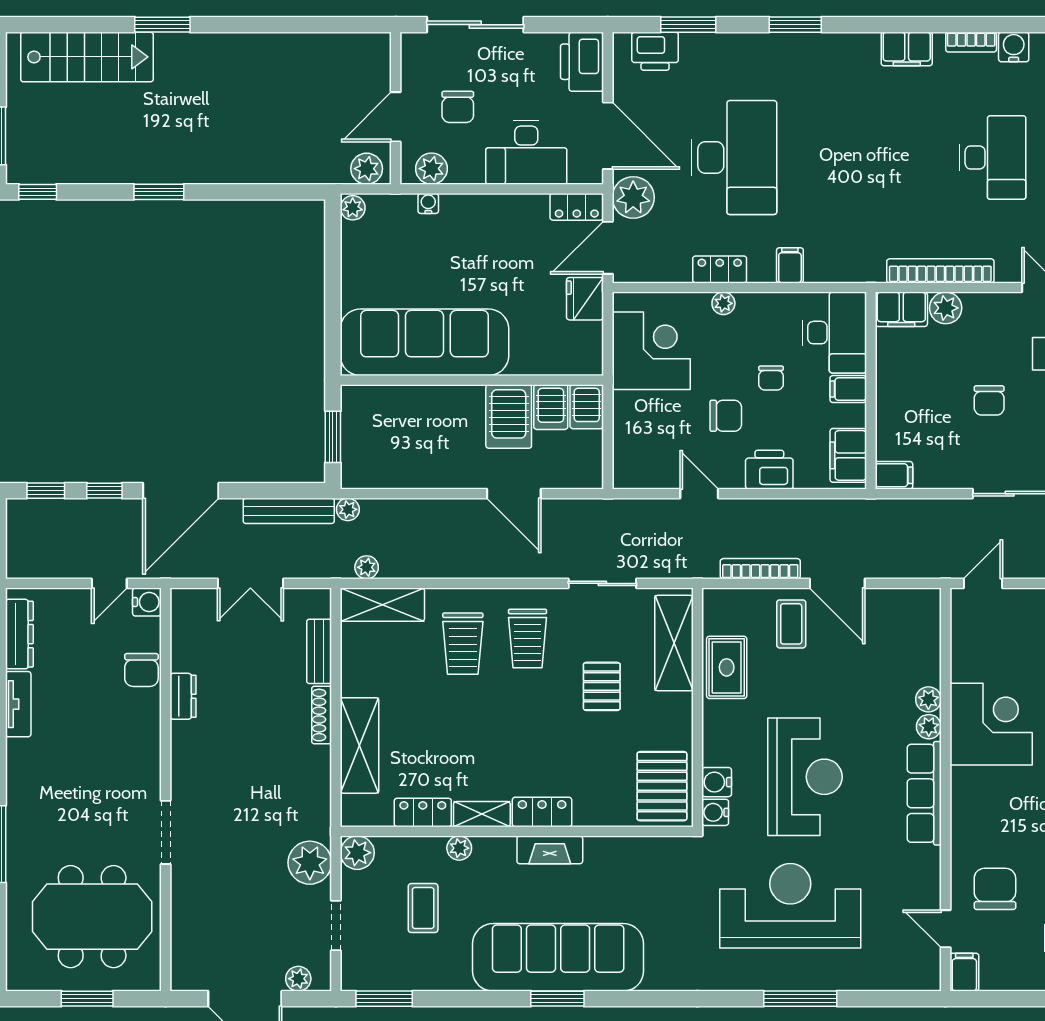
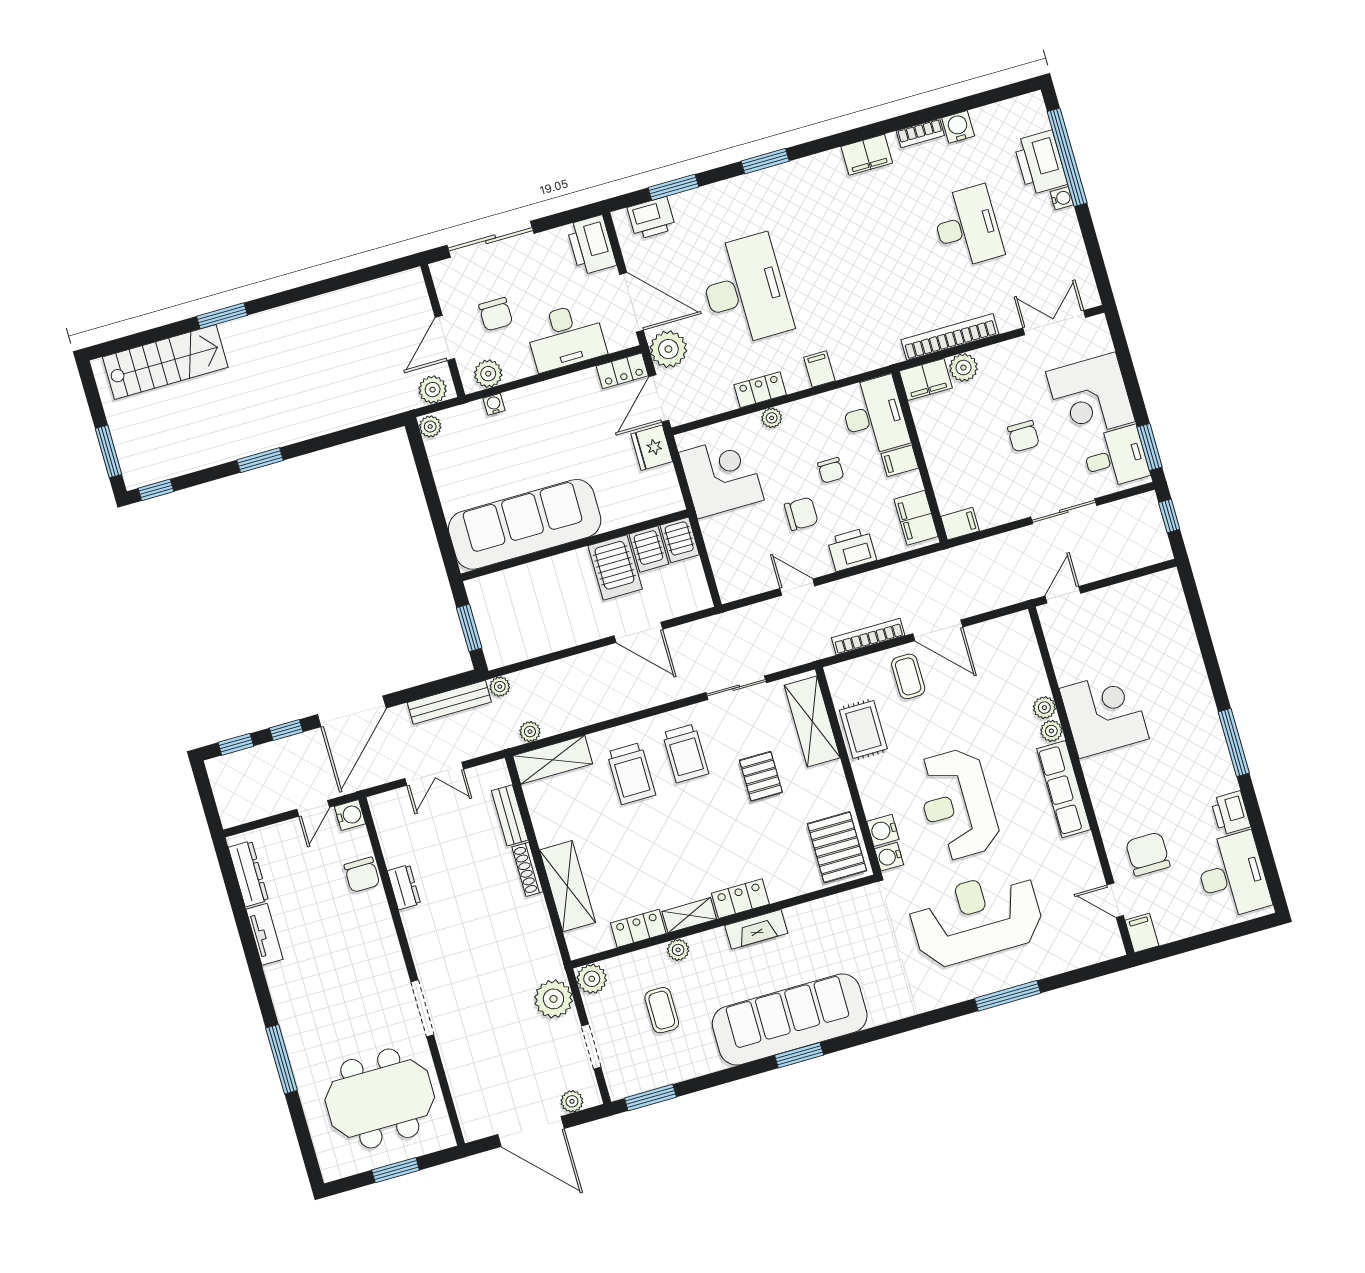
reception desk: (805, 777) -> (957, 804), turned 180

